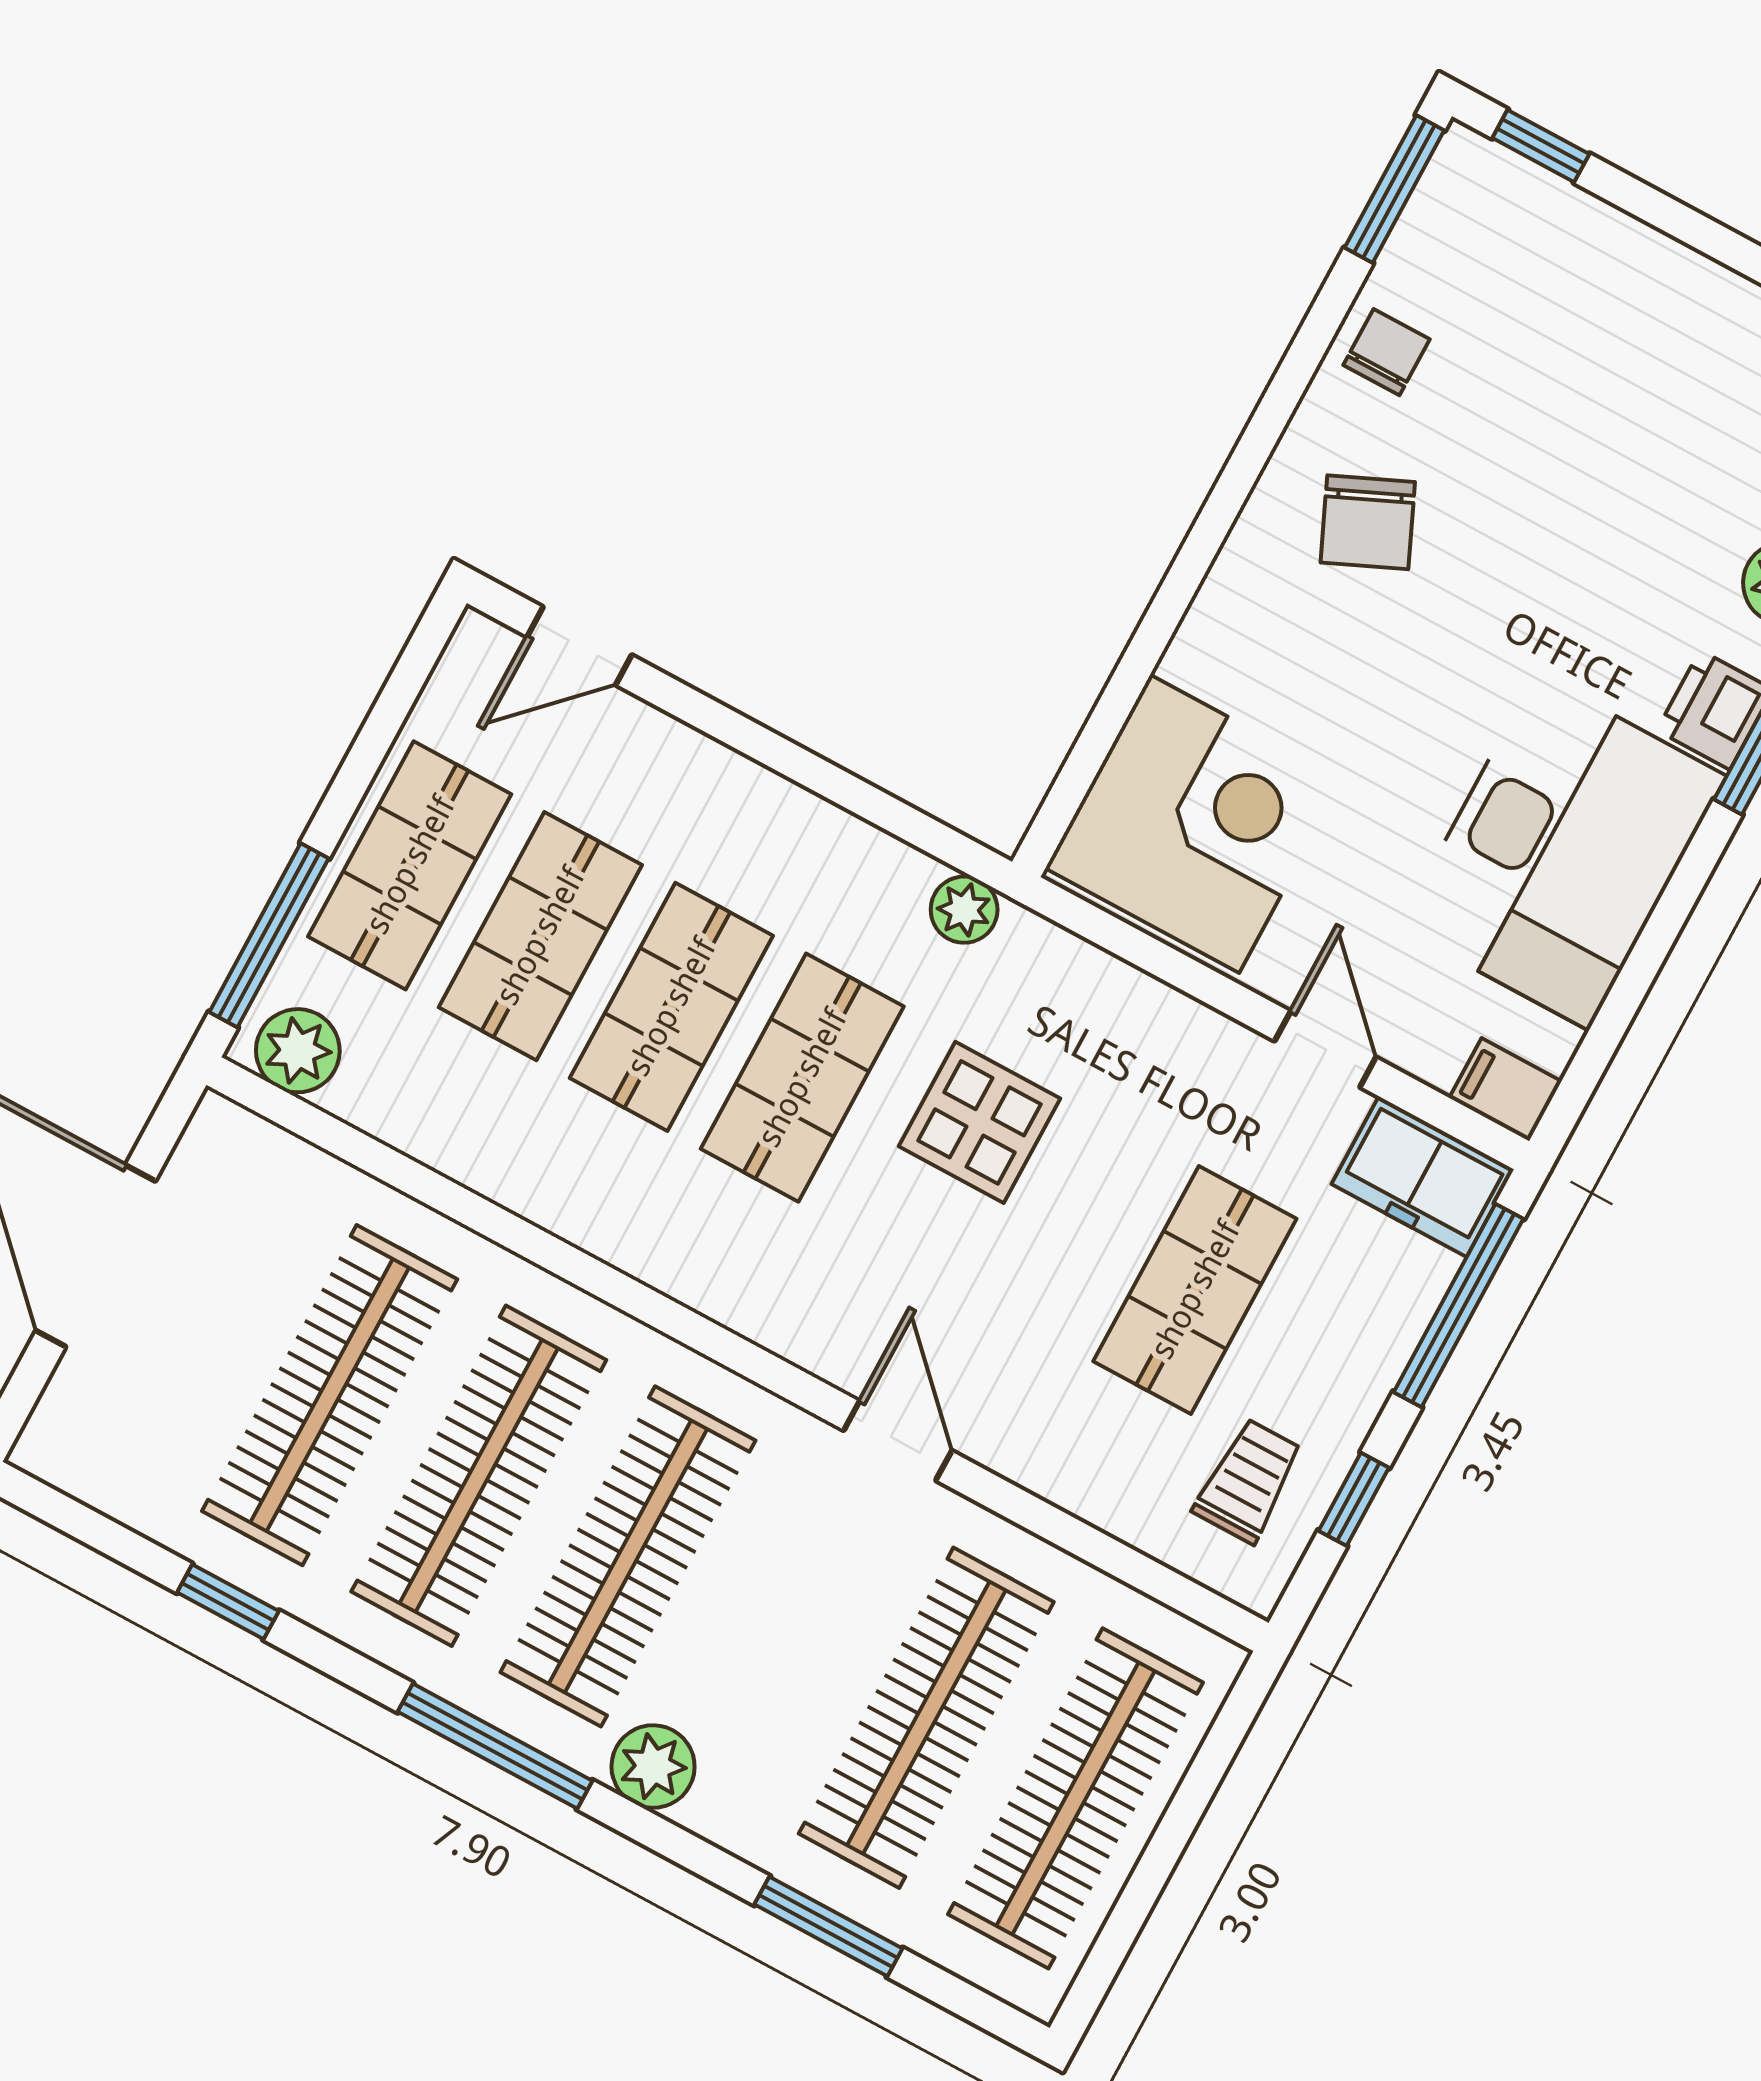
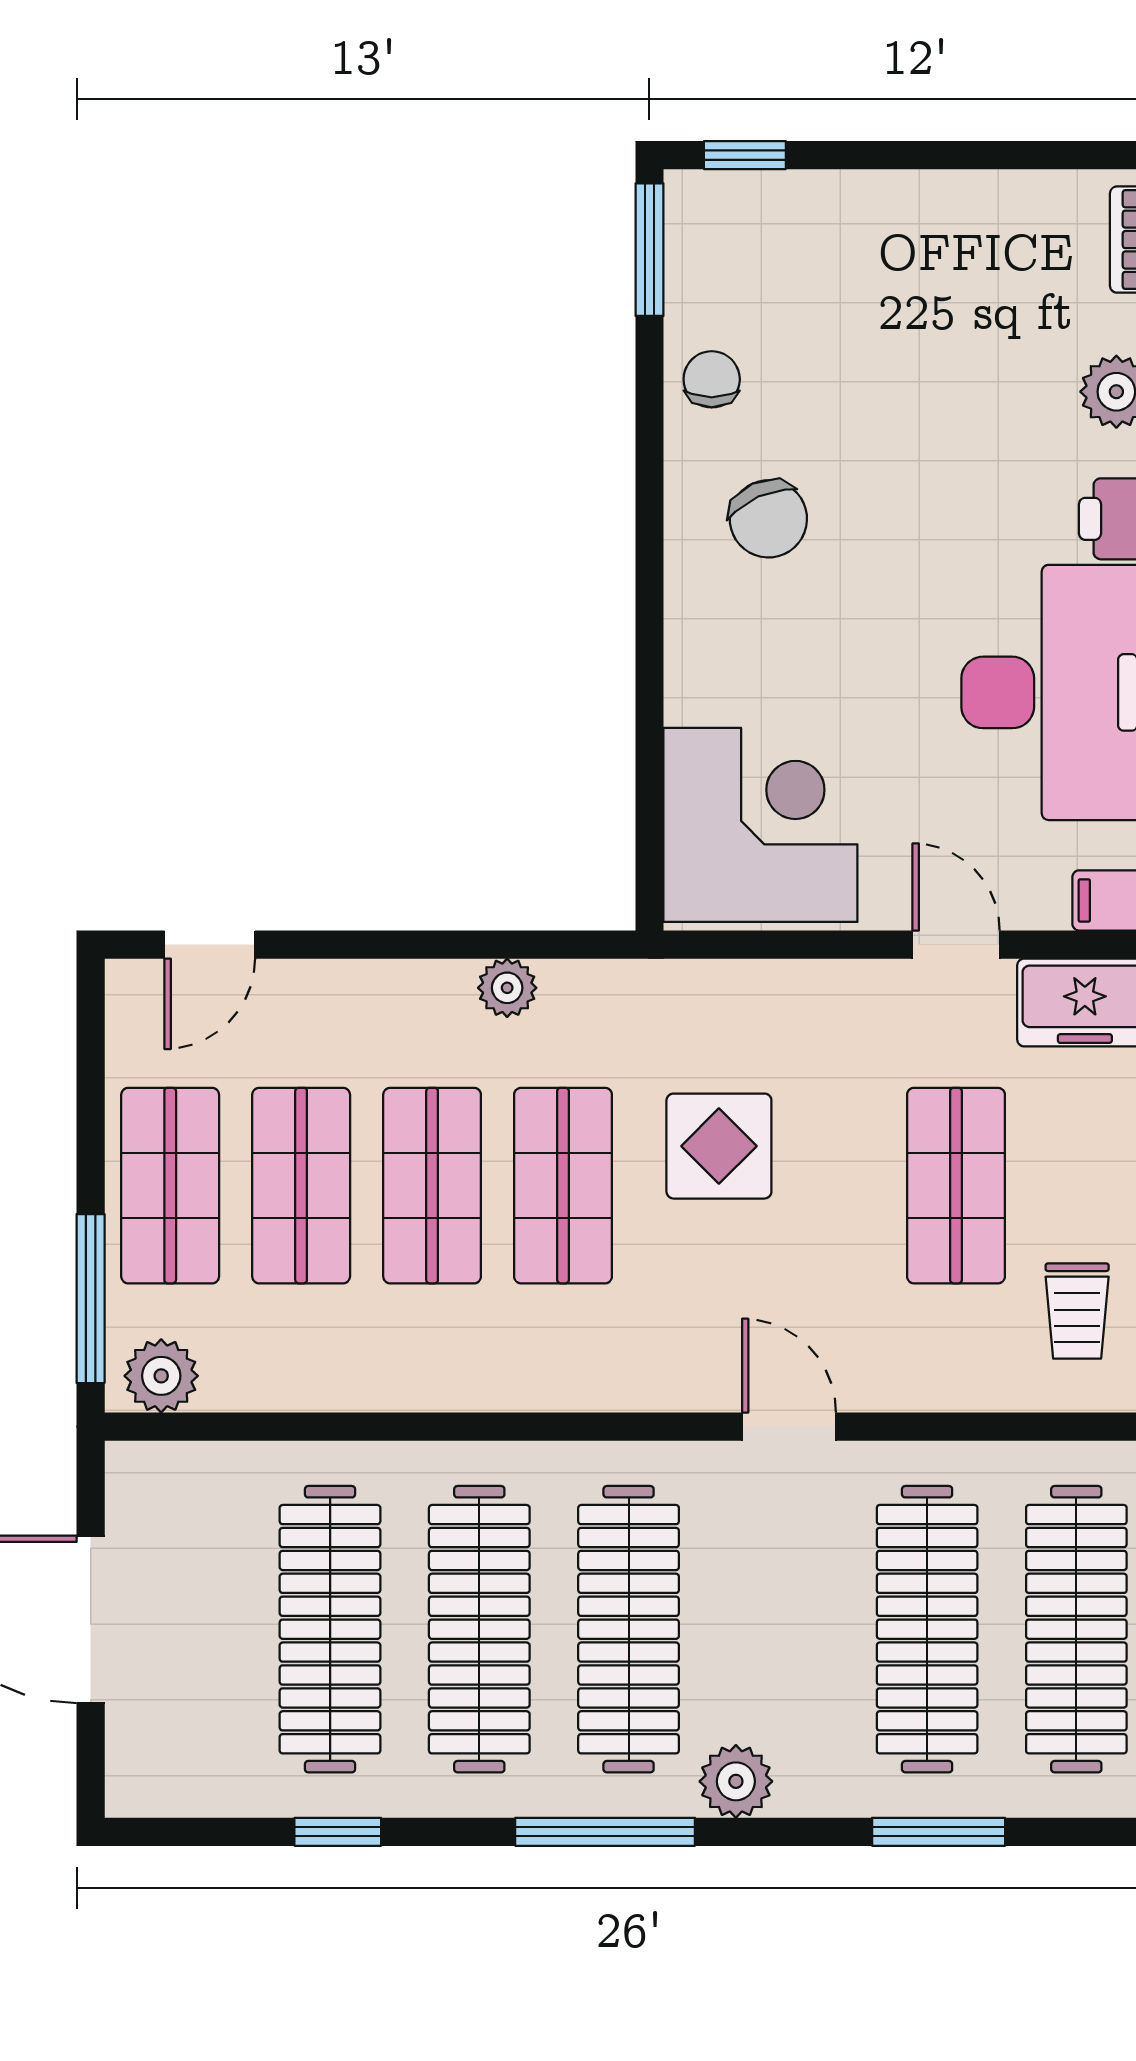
plant: (964, 910) -> (507, 988), moved
trolley: (1248, 1481) -> (1077, 1311), turned 180

